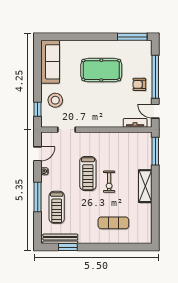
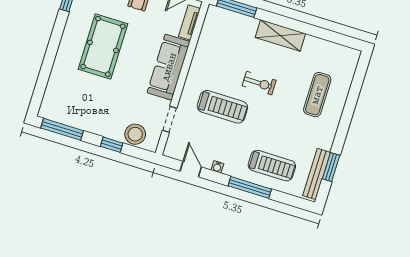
window: (38, 60) -> (62, 129), added
sofa: (50, 62) -> (169, 67), moved, turned -90
stool: (55, 100) -> (135, 134), moved
window: (38, 109) -> (112, 145), moved
treadmill: (88, 173) -> (222, 107), moved

